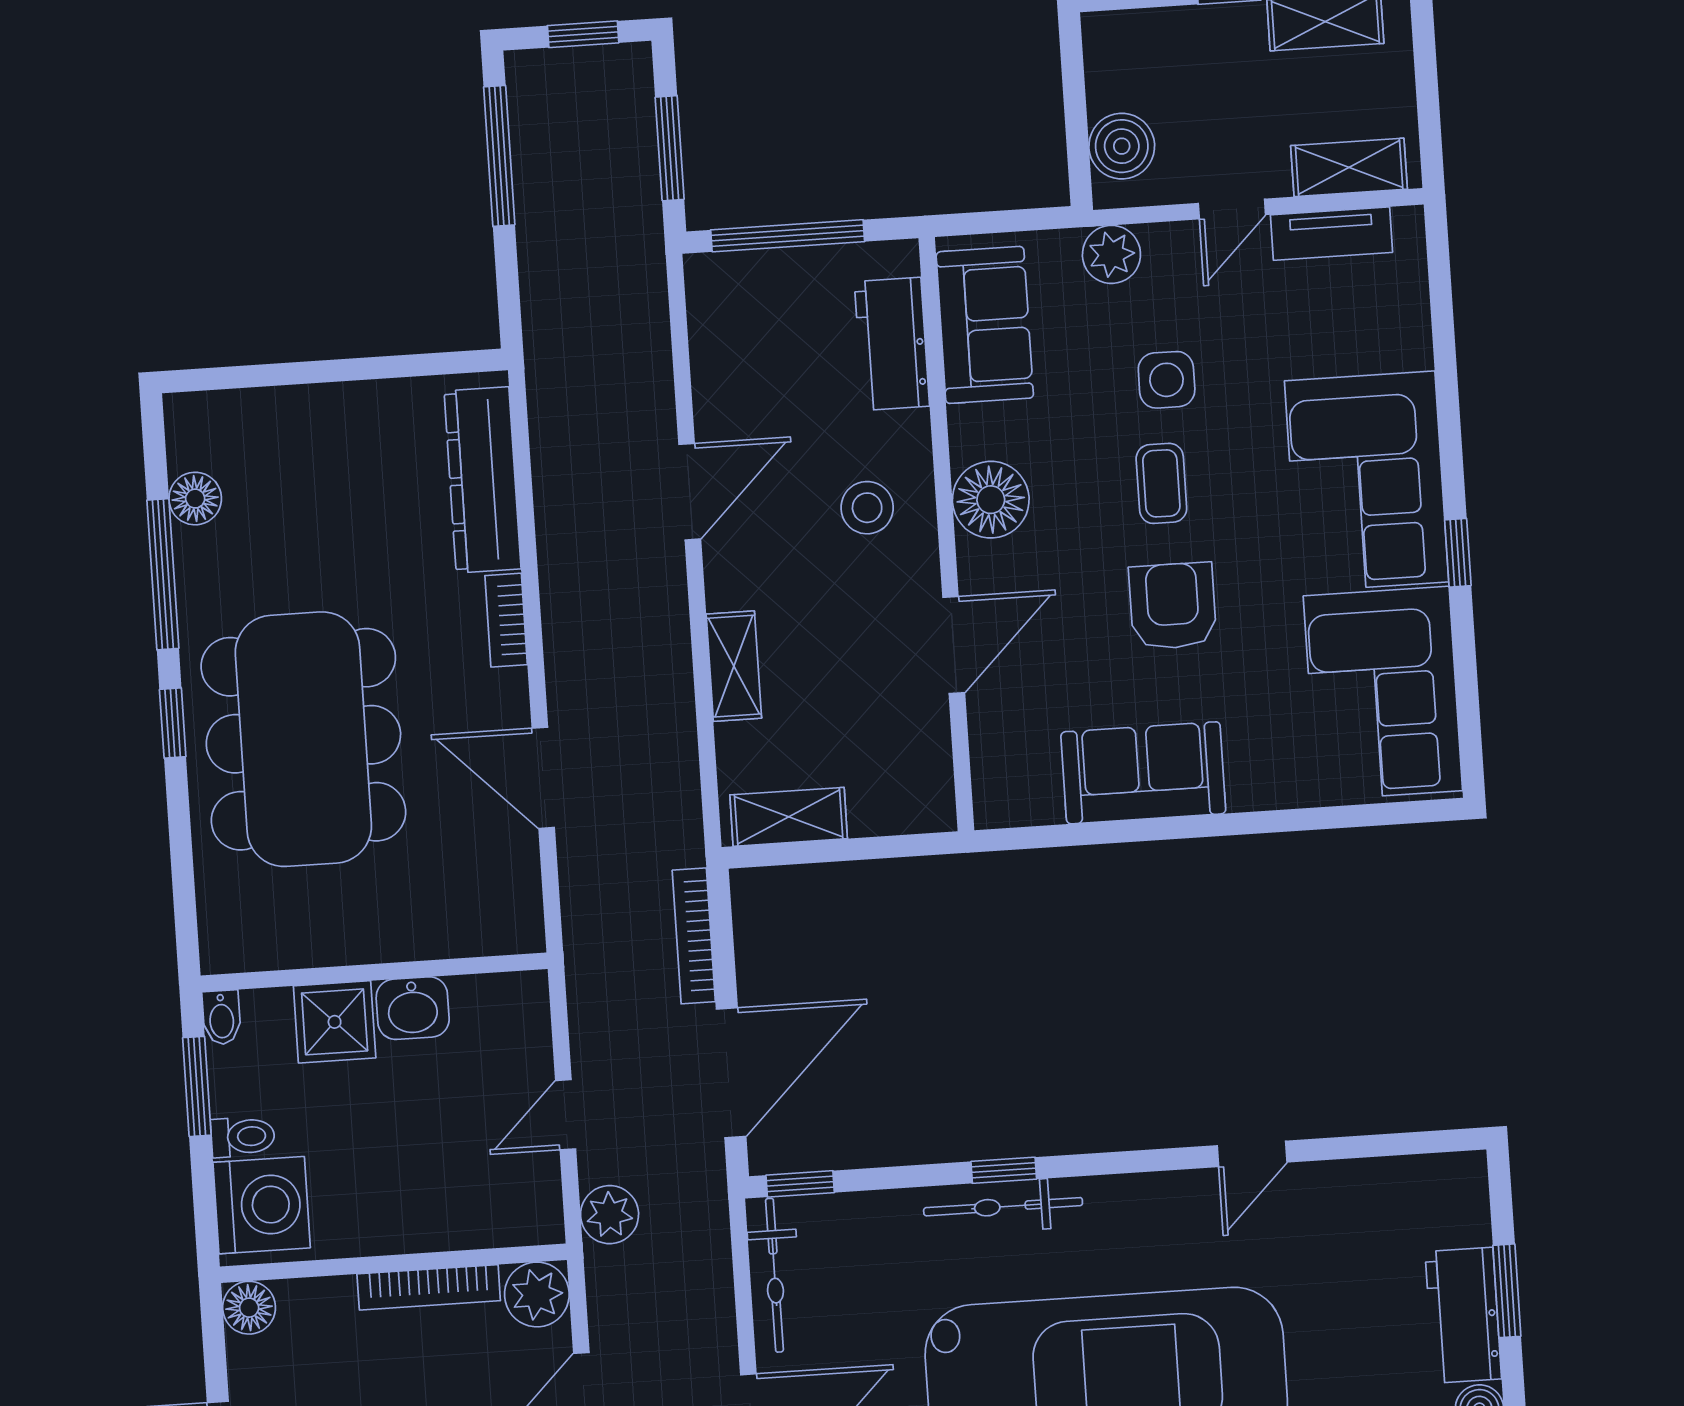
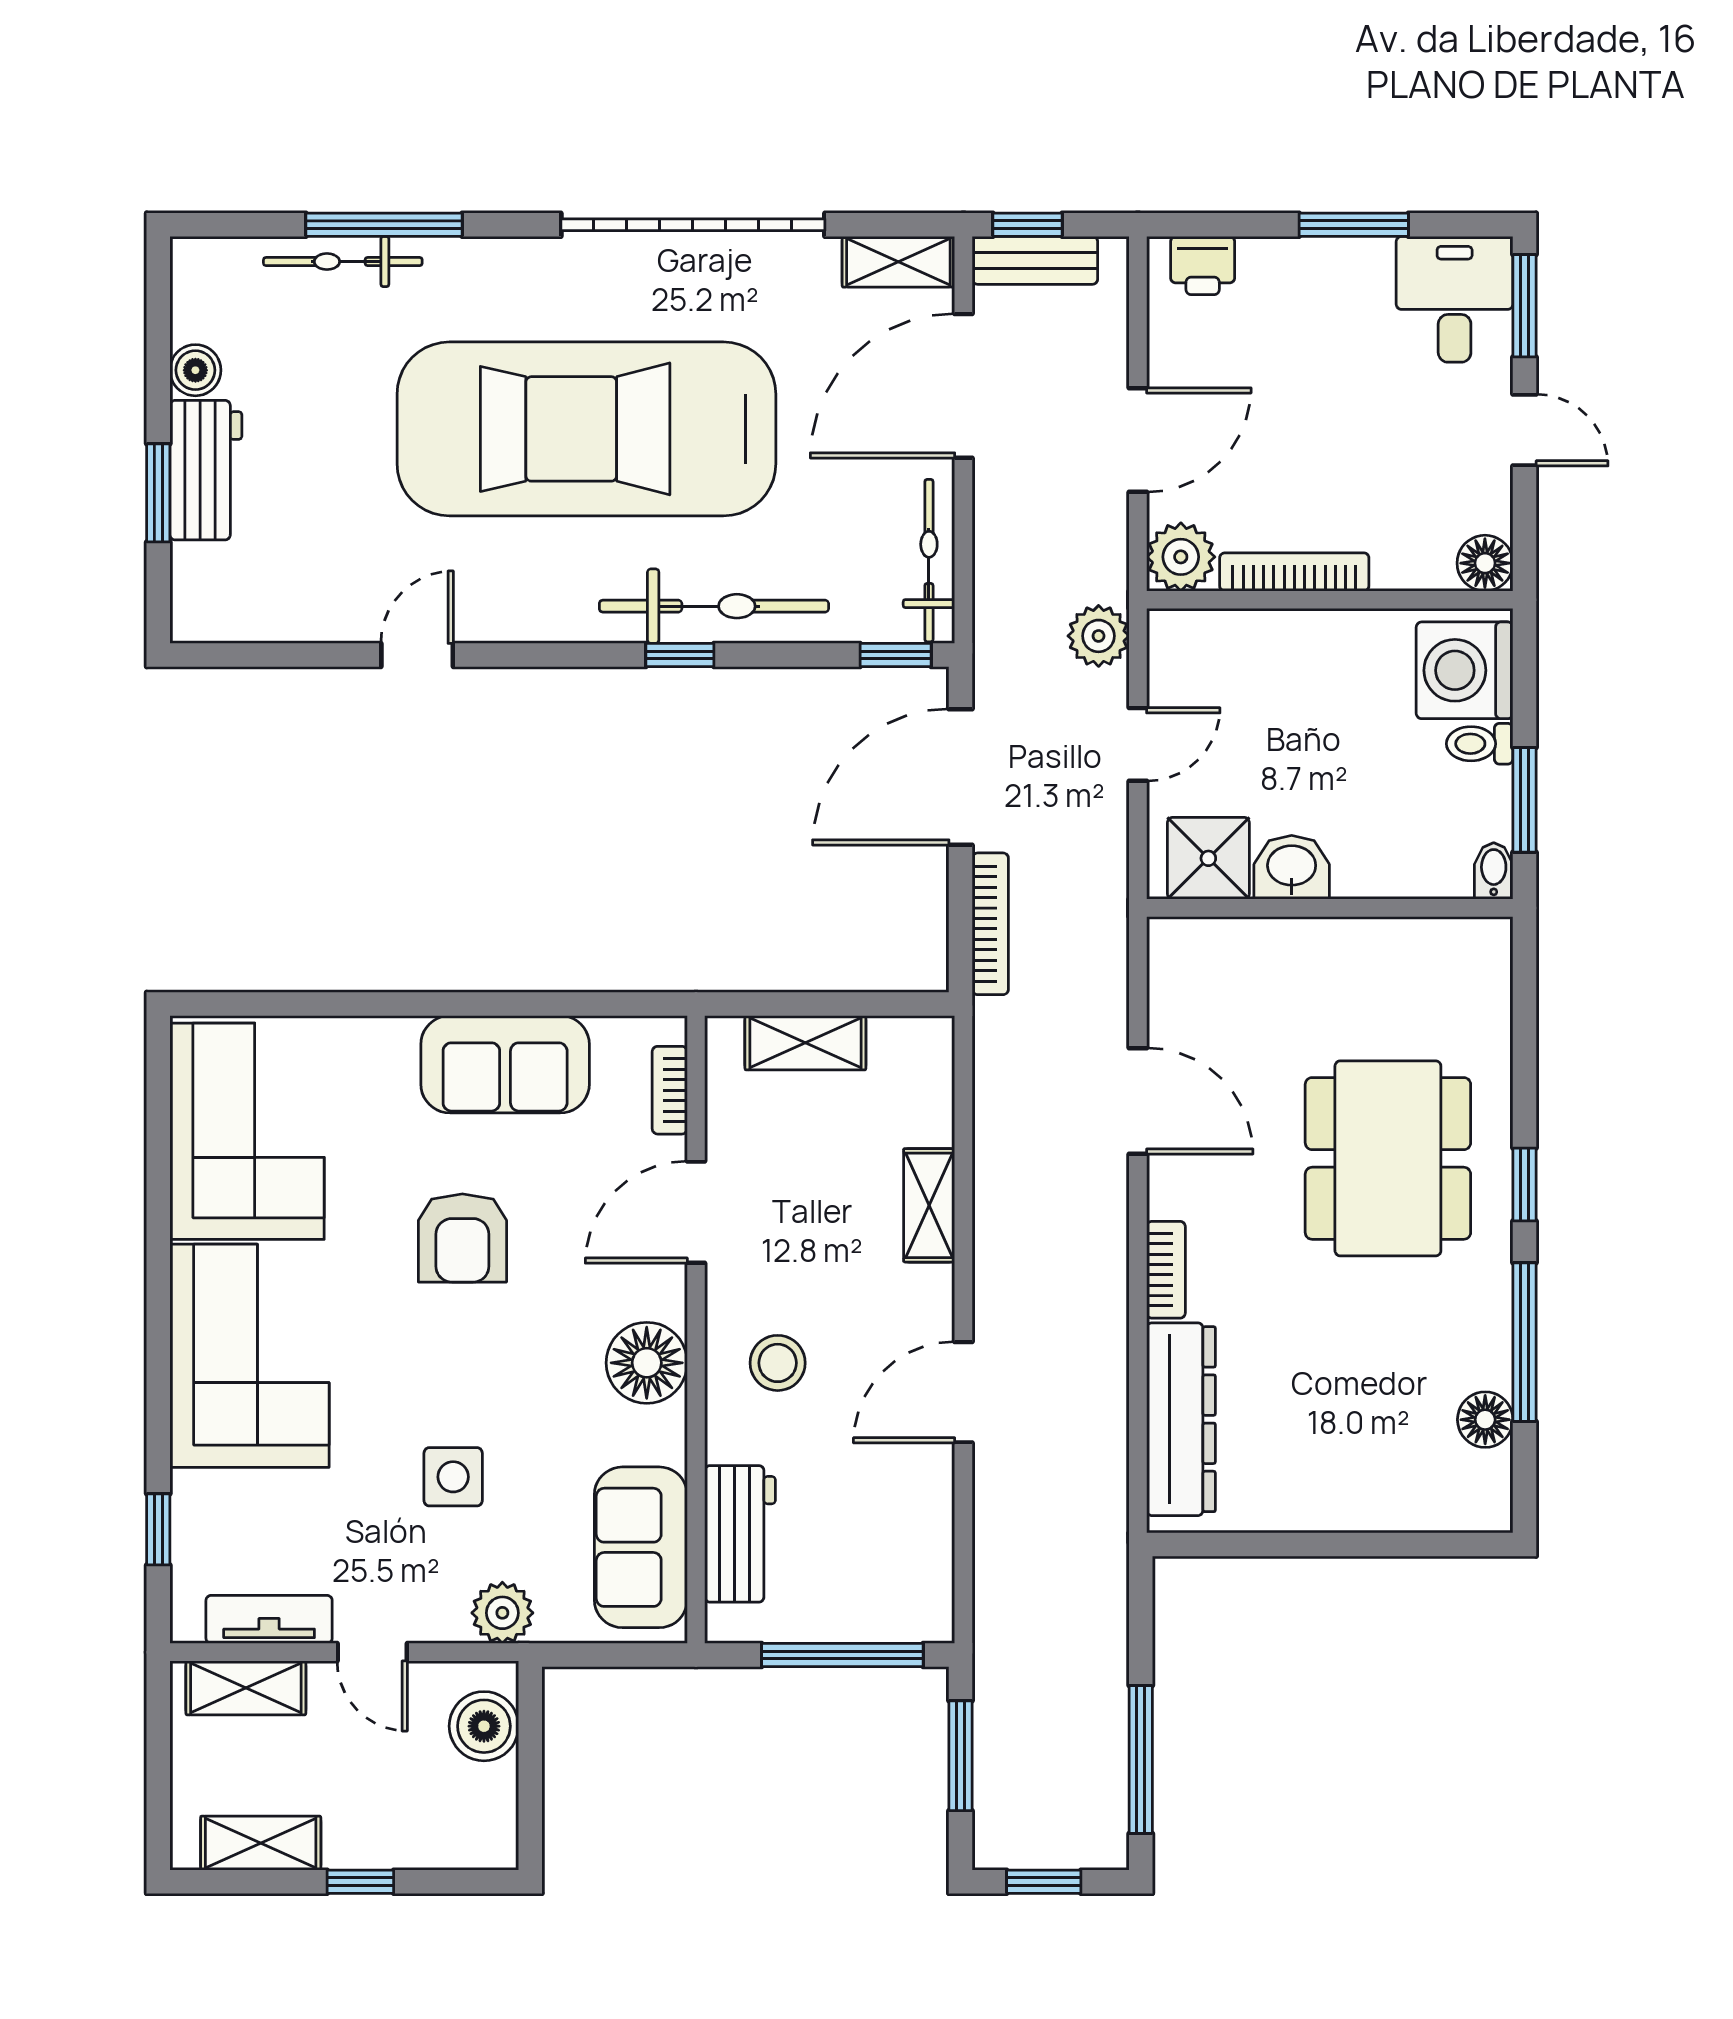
door: (1232, 209) -> (372, 1652), swing flipped
coffee table: (1161, 483) -> (466, 1368), removed
window: (1458, 553) -> (158, 1529), moved
dining table: (303, 739) -> (1388, 1158), width x0.73, depth x0.80
bookcase: (986, 759) -> (670, 1090), added
shelving: (789, 817) -> (805, 1043), moved
shower: (335, 1022) -> (1208, 858), moved
bicycle: (1003, 1207) -> (714, 606), width x1.37, depth x1.40

